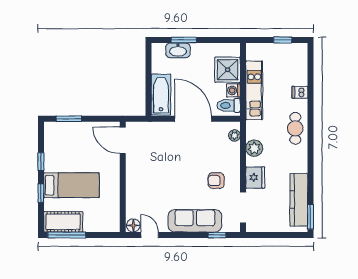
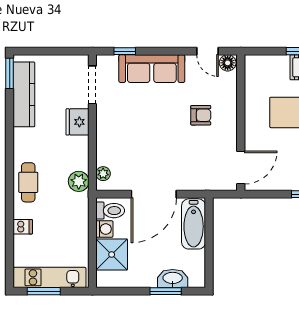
window: (283, 40) -> (44, 291), width x1.50
kitchen unit: (254, 90) -> (50, 277), moved, turned 90
door: (193, 119) -> (154, 194), hinge flipped
door: (123, 140) -> (241, 167), hinge flipped
plant: (254, 148) -> (79, 181), moved
armchair: (216, 181) -> (201, 115), moved

